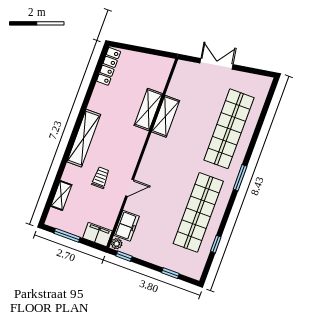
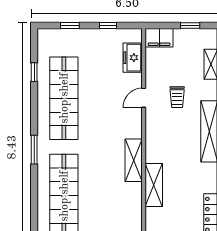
shelving: (166, 116) -> (134, 160), moved
window: (67, 235) -> (190, 26), width x0.67
plant: (117, 244) -> (136, 36), removed
window: (124, 256) -> (108, 26), moved

